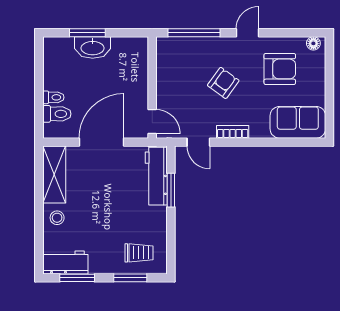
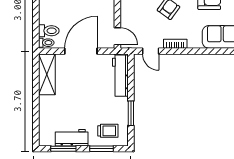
toilet: (53, 97) -> (46, 43), moved
window: (171, 190) -> (131, 113), moved
stool: (57, 218) -> (49, 105), removed
workbench: (65, 262) -> (72, 138), moved

